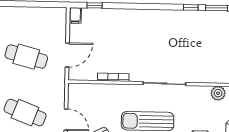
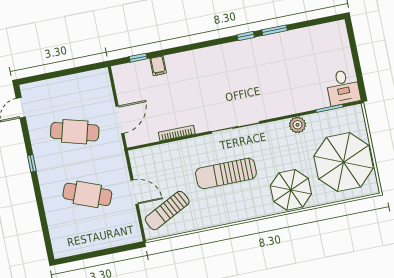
filing cabinet: (75, 15) -> (158, 66), moved

